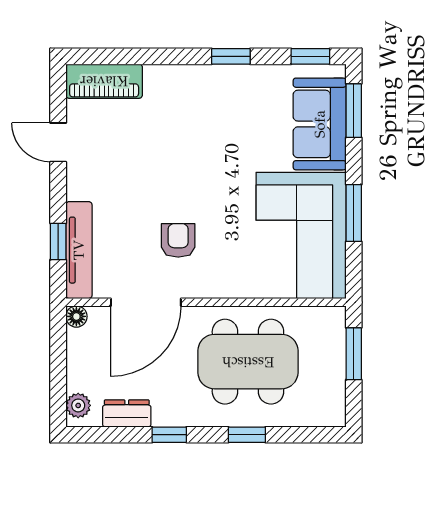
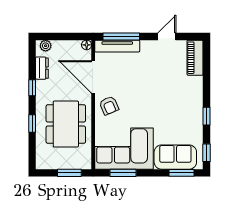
window: (354, 213) -> (123, 173), moved
armchair: (178, 240) -> (109, 106), moved, turned 67
window: (58, 241) -> (121, 36), width x2.17

